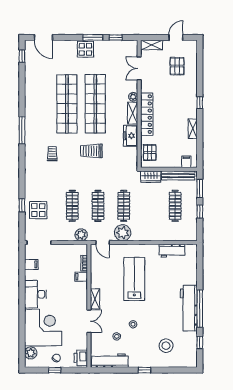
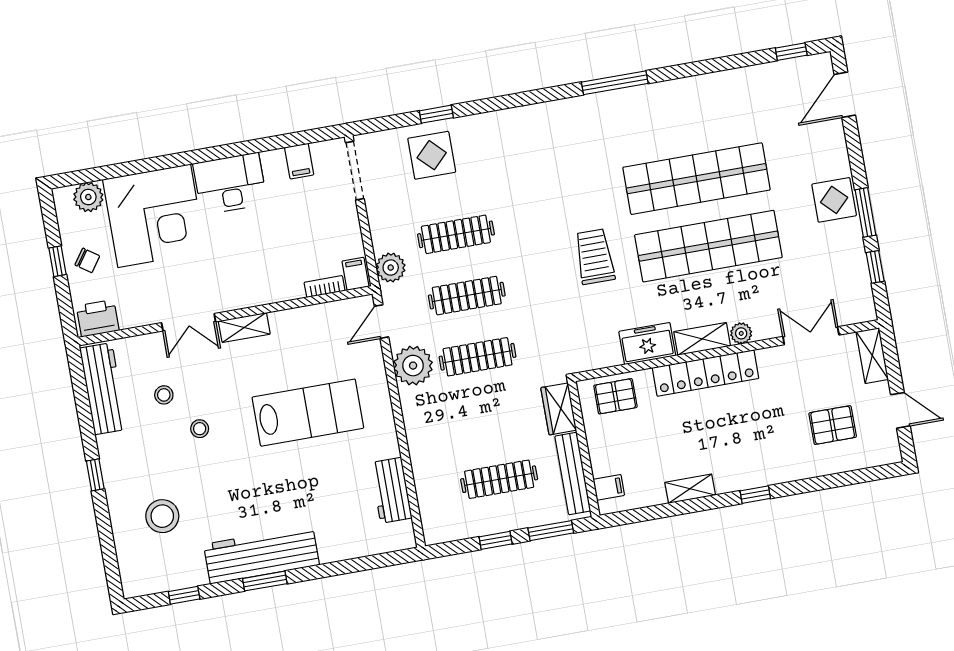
trolley: (52, 154) -> (572, 165), removed
filing cabinet: (81, 277) -> (355, 274), moved
window: (200, 309) -> (265, 581), width x0.47

